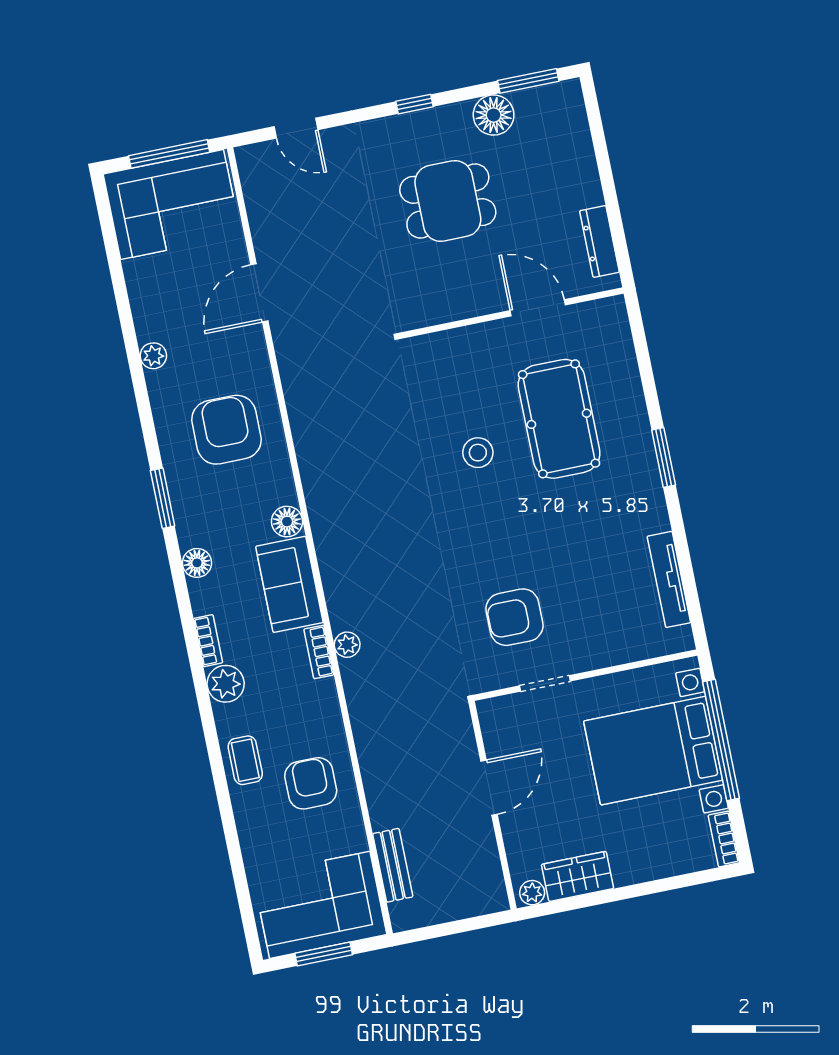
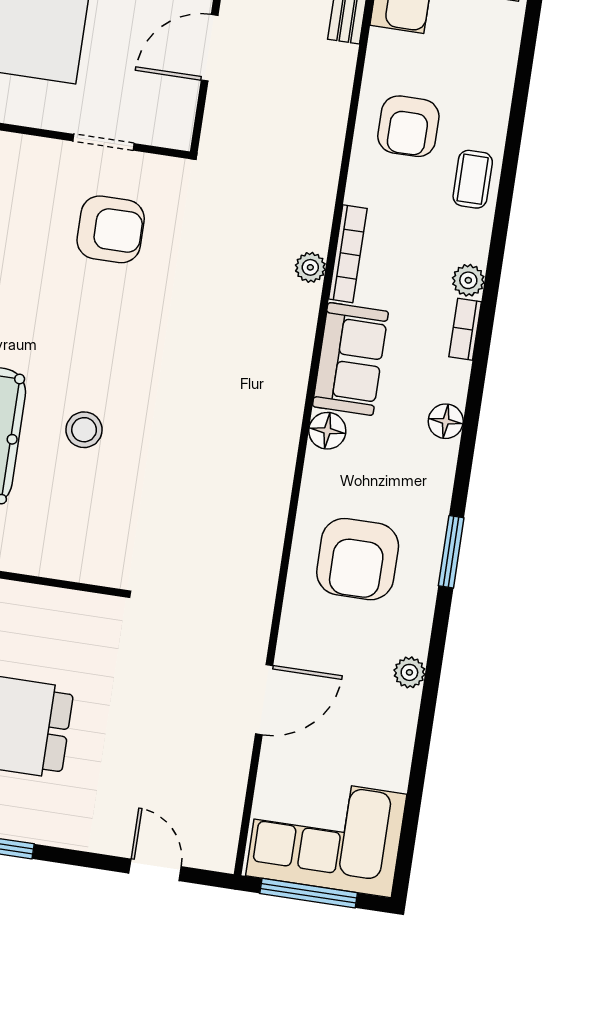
window: (163, 498) -> (451, 552), moved
bookcase: (319, 652) -> (348, 254), width x1.56
plant: (226, 684) -> (468, 280), width x0.73, depth x0.73

